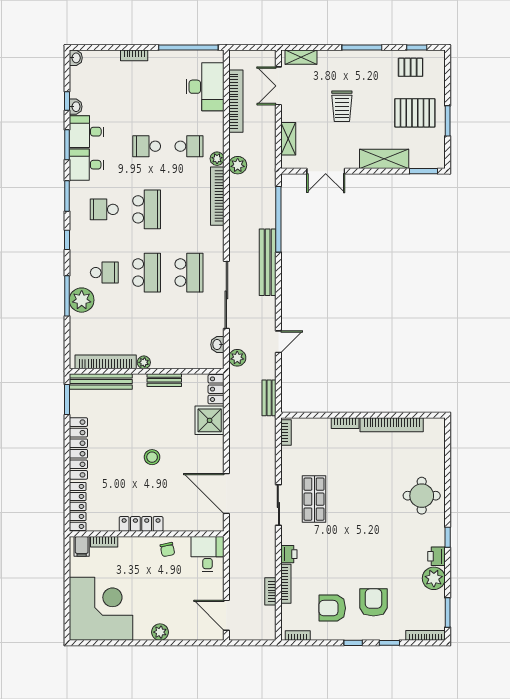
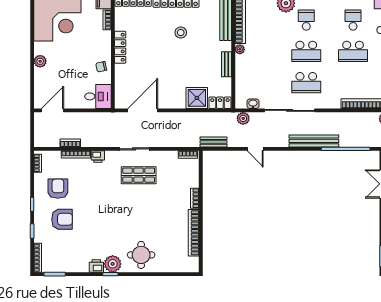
school desk: (104, 273) -> (306, 20), turned 180
stool: (152, 457) -> (181, 33), moved
plant: (434, 578) -> (113, 264), moved

